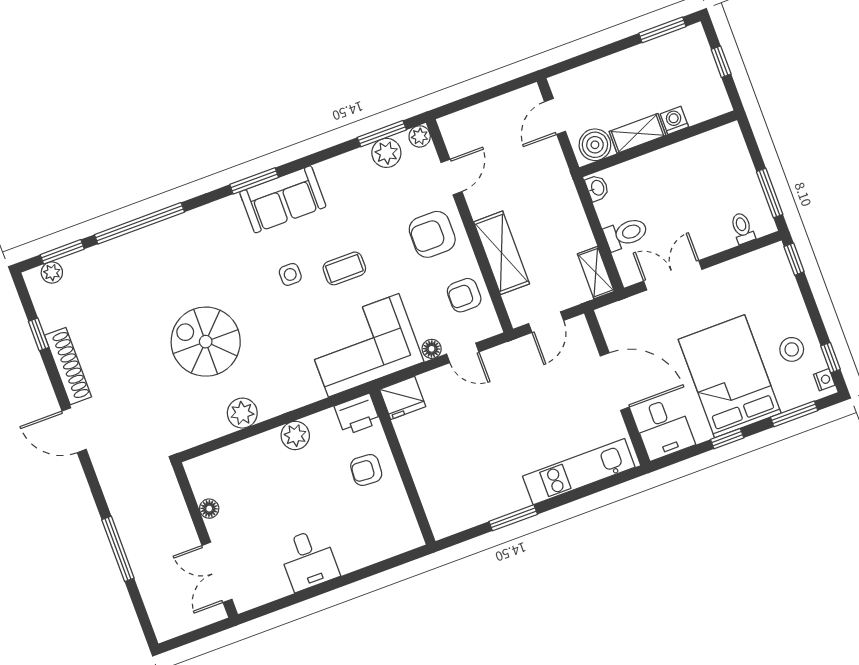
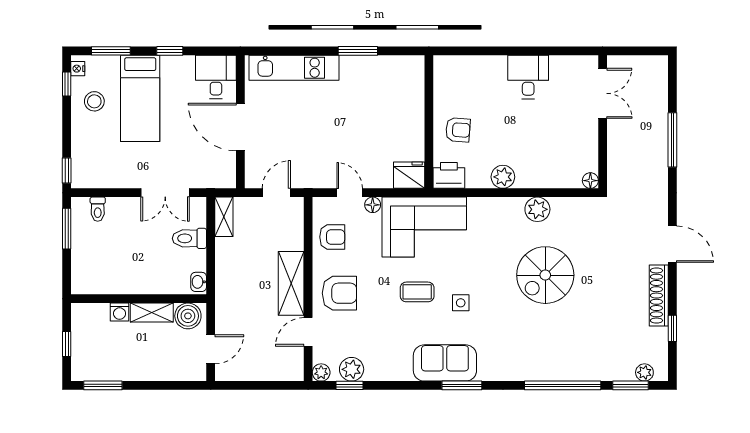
window: (382, 134) -> (350, 385), width x0.67
shelving: (502, 253) -> (291, 283), moved
spiral stairs: (206, 342) -> (545, 275), turned 90
bed: (730, 376) -> (140, 98), width x0.67
floor lamp: (209, 509) -> (590, 181), moved

